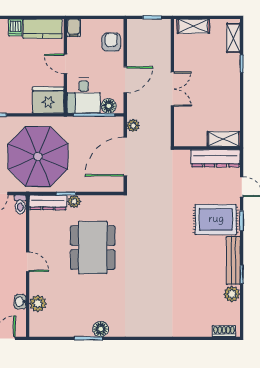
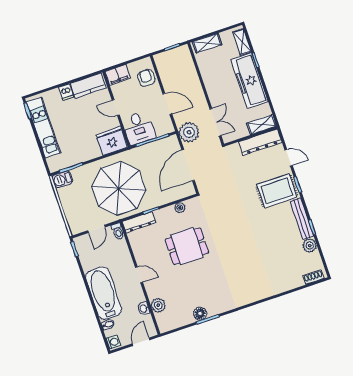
filing cabinet: (74, 28) -> (118, 75), width x2.00
door: (125, 80) -> (167, 104), hinge flipped
freezer: (227, 85) -> (249, 81), added
double door: (172, 89) -> (215, 122), moved
floor lamp: (109, 106) -> (161, 129), removed
plant: (133, 125) -> (189, 132), width x1.87, depth x1.87
plant: (74, 201) -> (180, 208), moved
dining table: (93, 248) -> (187, 246), width x0.73
floor lamp: (101, 329) -> (200, 314), moved

